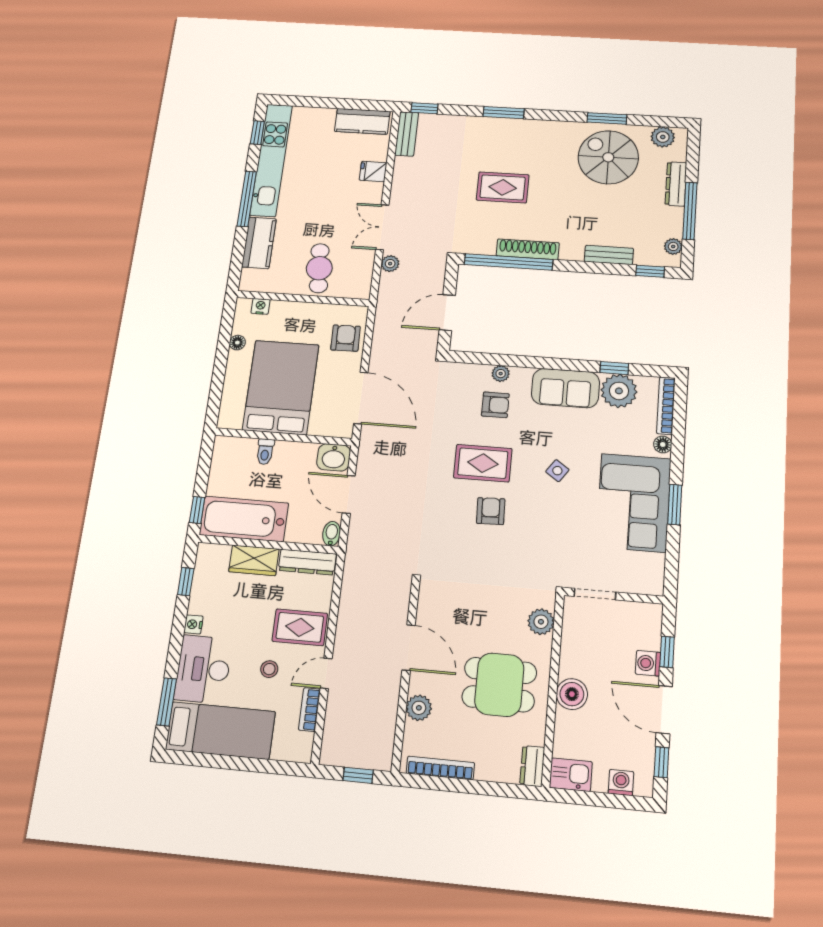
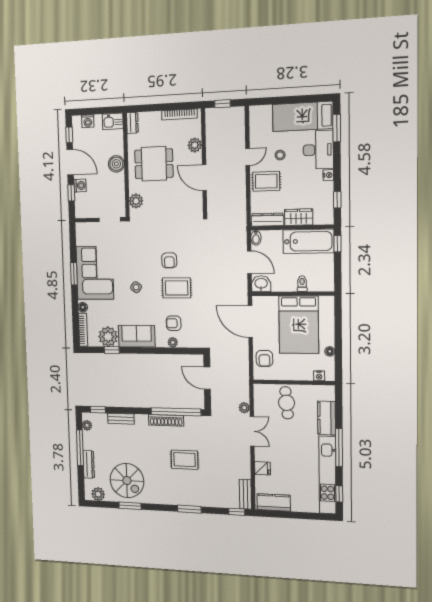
door: (447, 313) -> (207, 378), swing flipped
bookcase: (309, 710) -> (254, 136), removed

